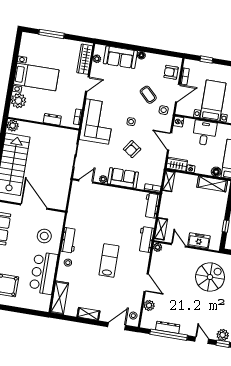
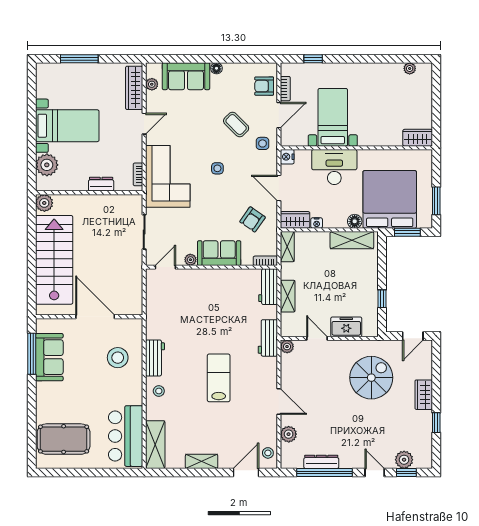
desk: (205, 133) -> (334, 167), width x1.37
armchair: (132, 149) -> (253, 219), moved
shelving: (161, 229) -> (288, 296), moved
bar counter: (44, 273) -> (126, 436), moved

